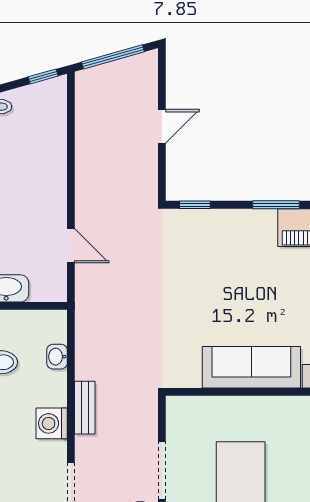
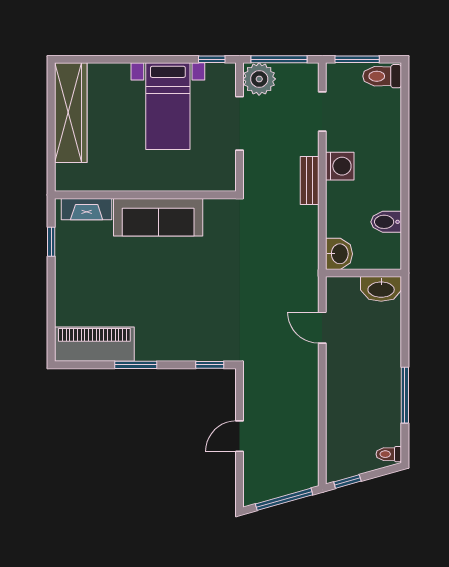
washbasin: (57, 357) -> (339, 254), moved, width x1.38, depth x1.45

